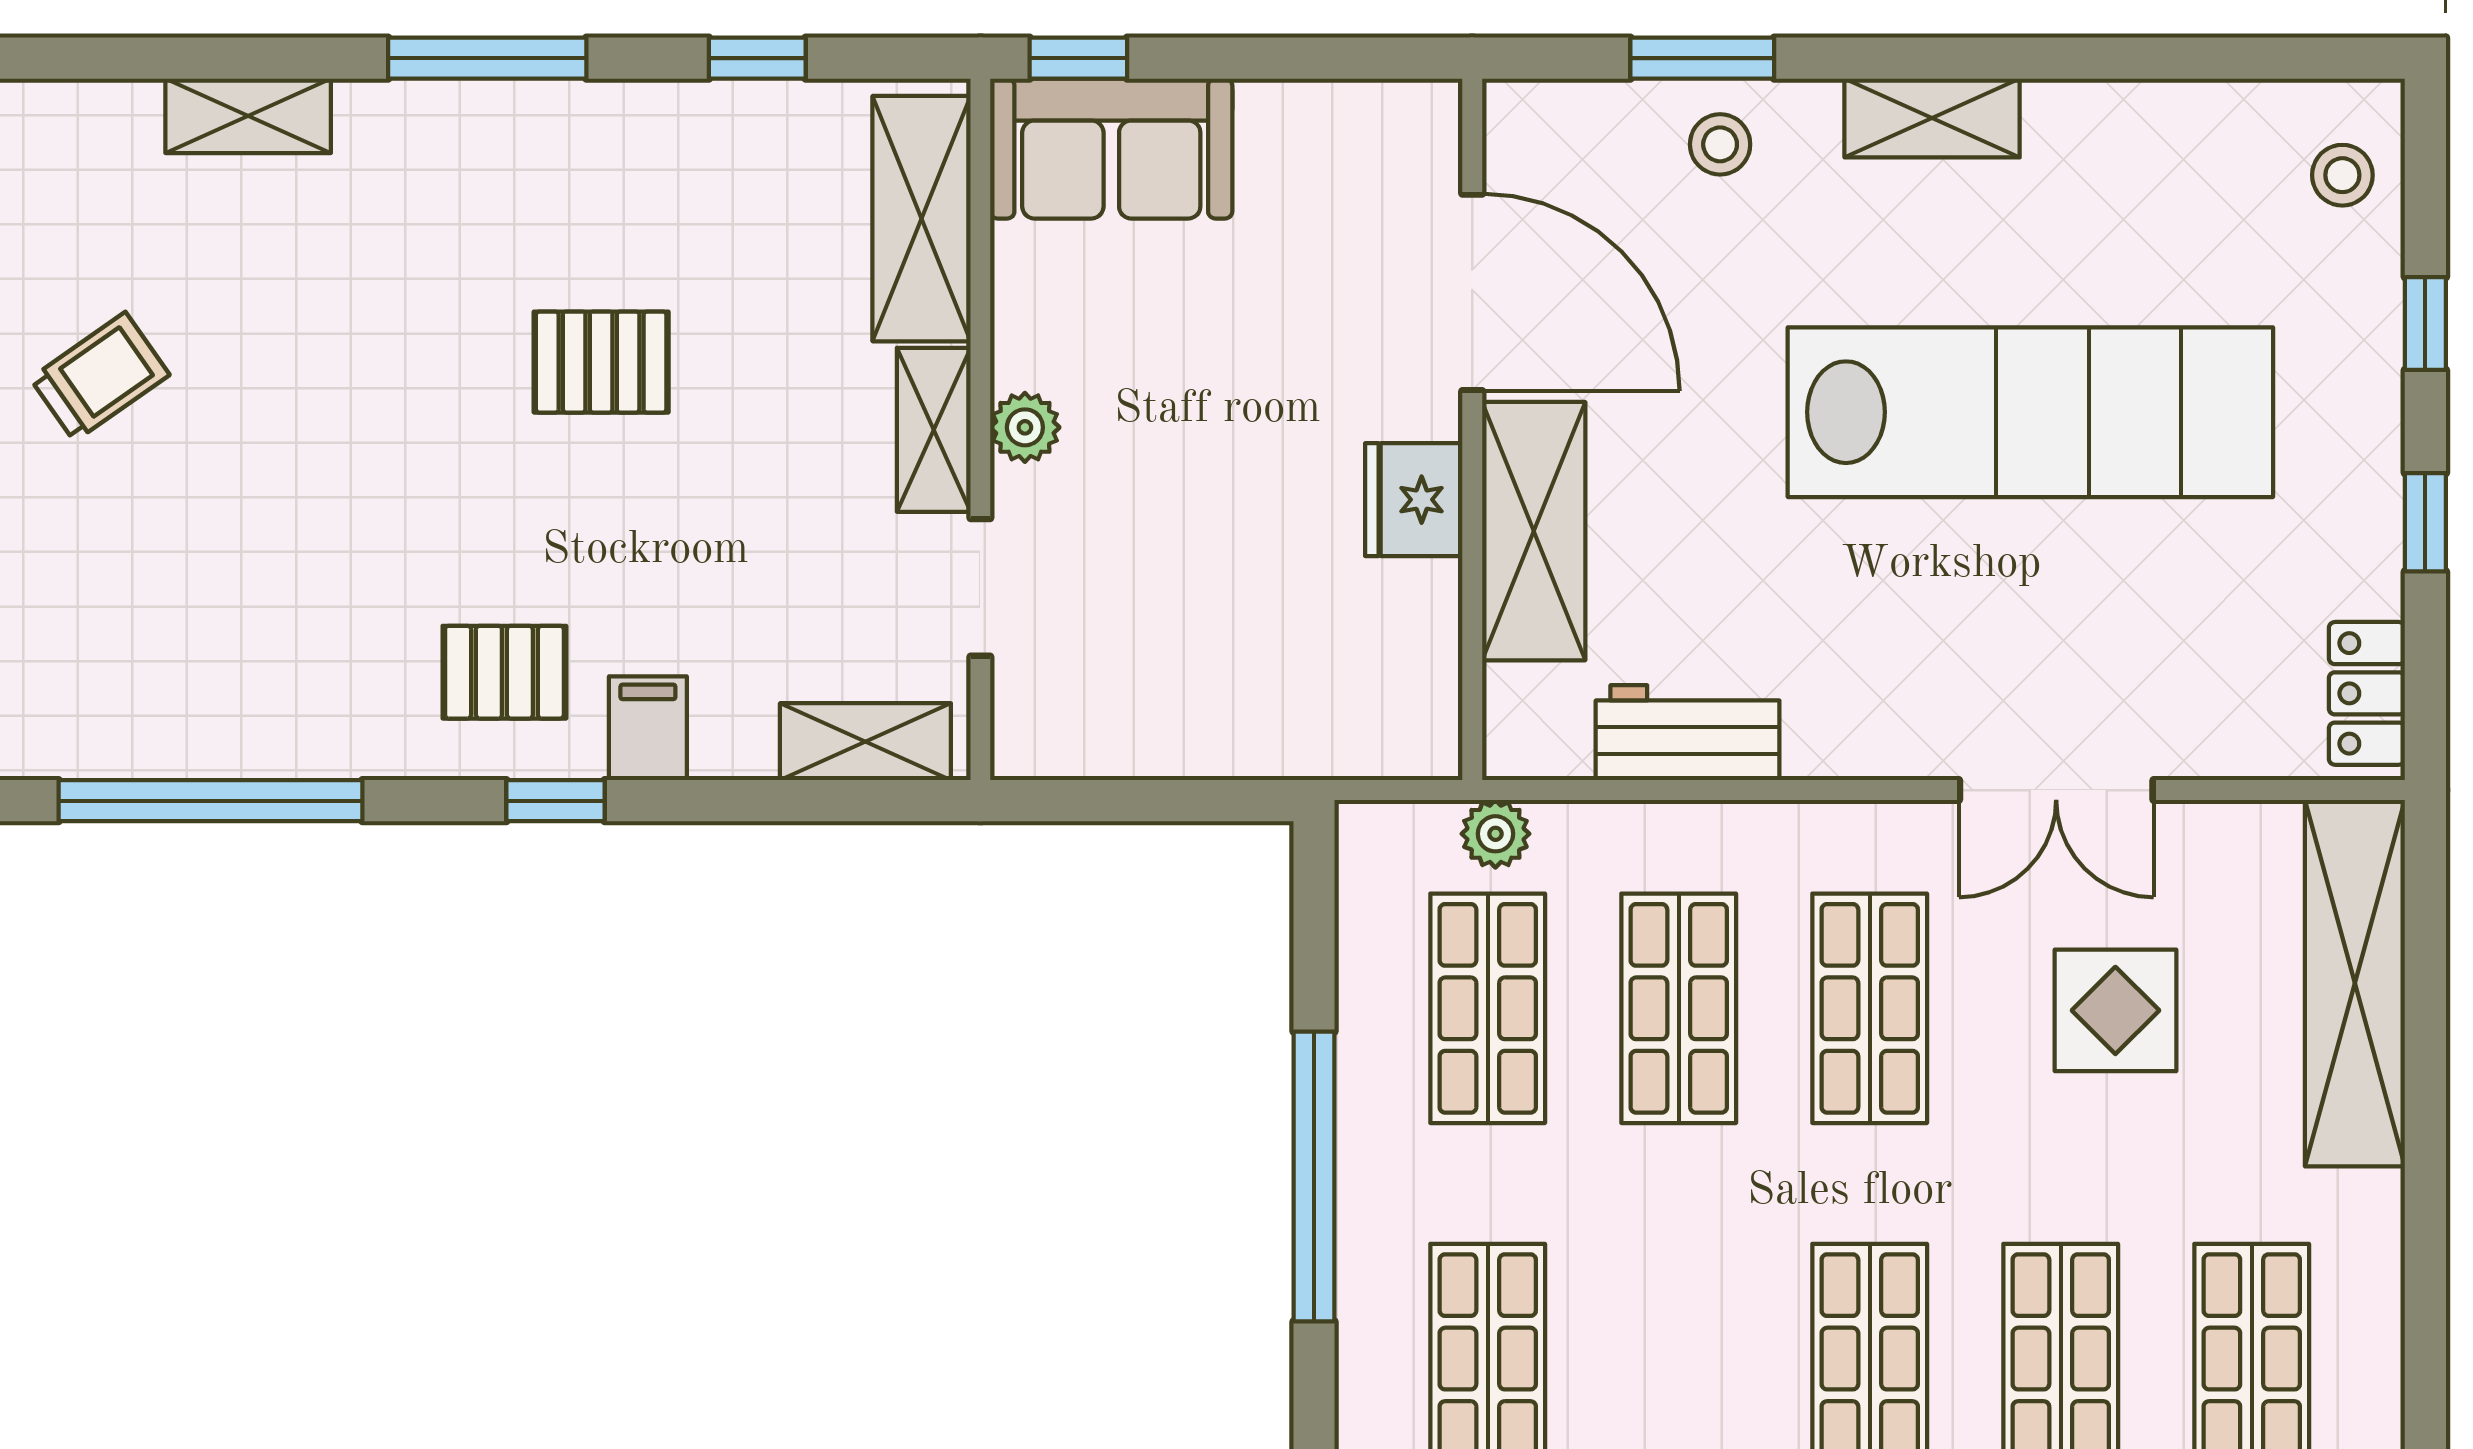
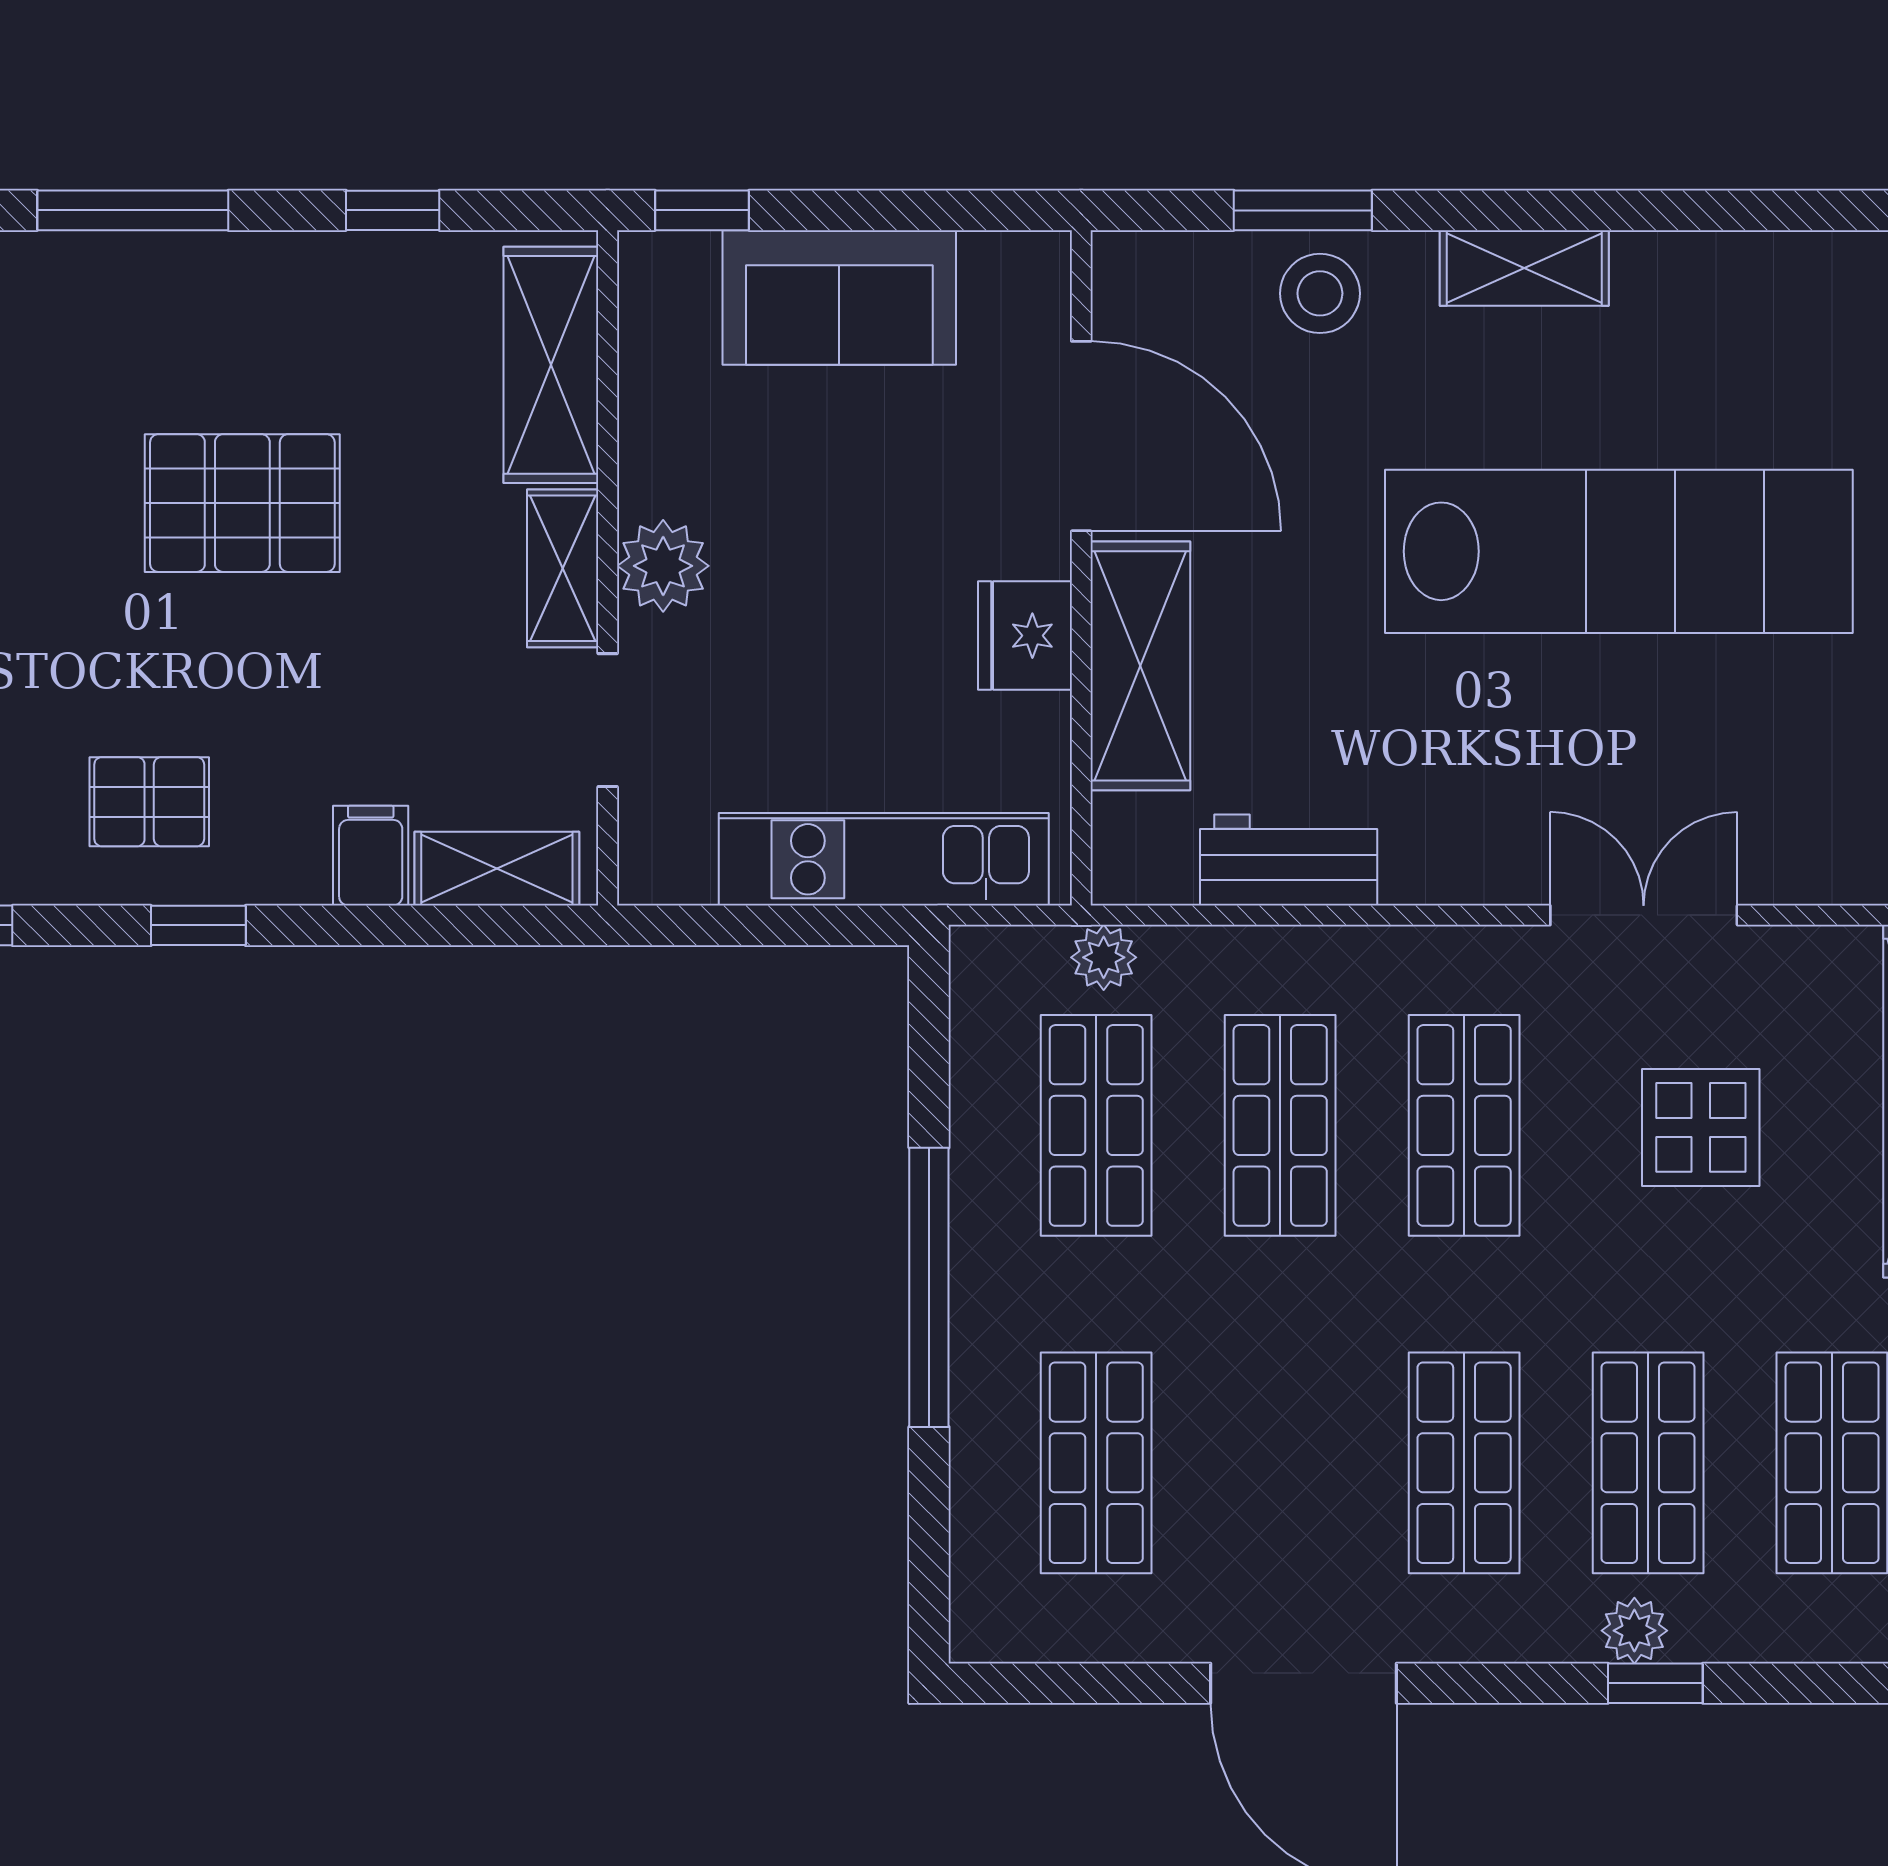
stool: (1720, 144) -> (1320, 293), width x1.37, depth x1.37
sofa: (1111, 149) -> (839, 297), moved
pallet: (601, 362) -> (242, 503), width x1.50, depth x1.42
plant: (1025, 427) -> (663, 566), width x1.38, depth x1.38
filing cabinet: (648, 728) -> (371, 856), moved
kitchen unit: (1267, 732) -> (884, 859), added
double door: (2056, 790) -> (1644, 915), swing flipped

